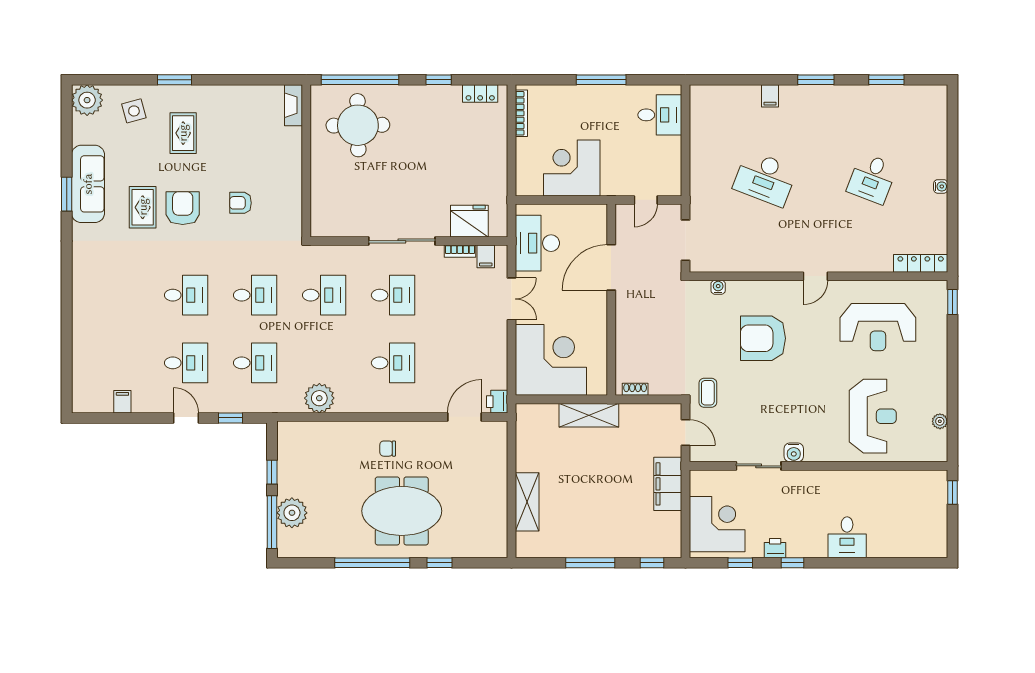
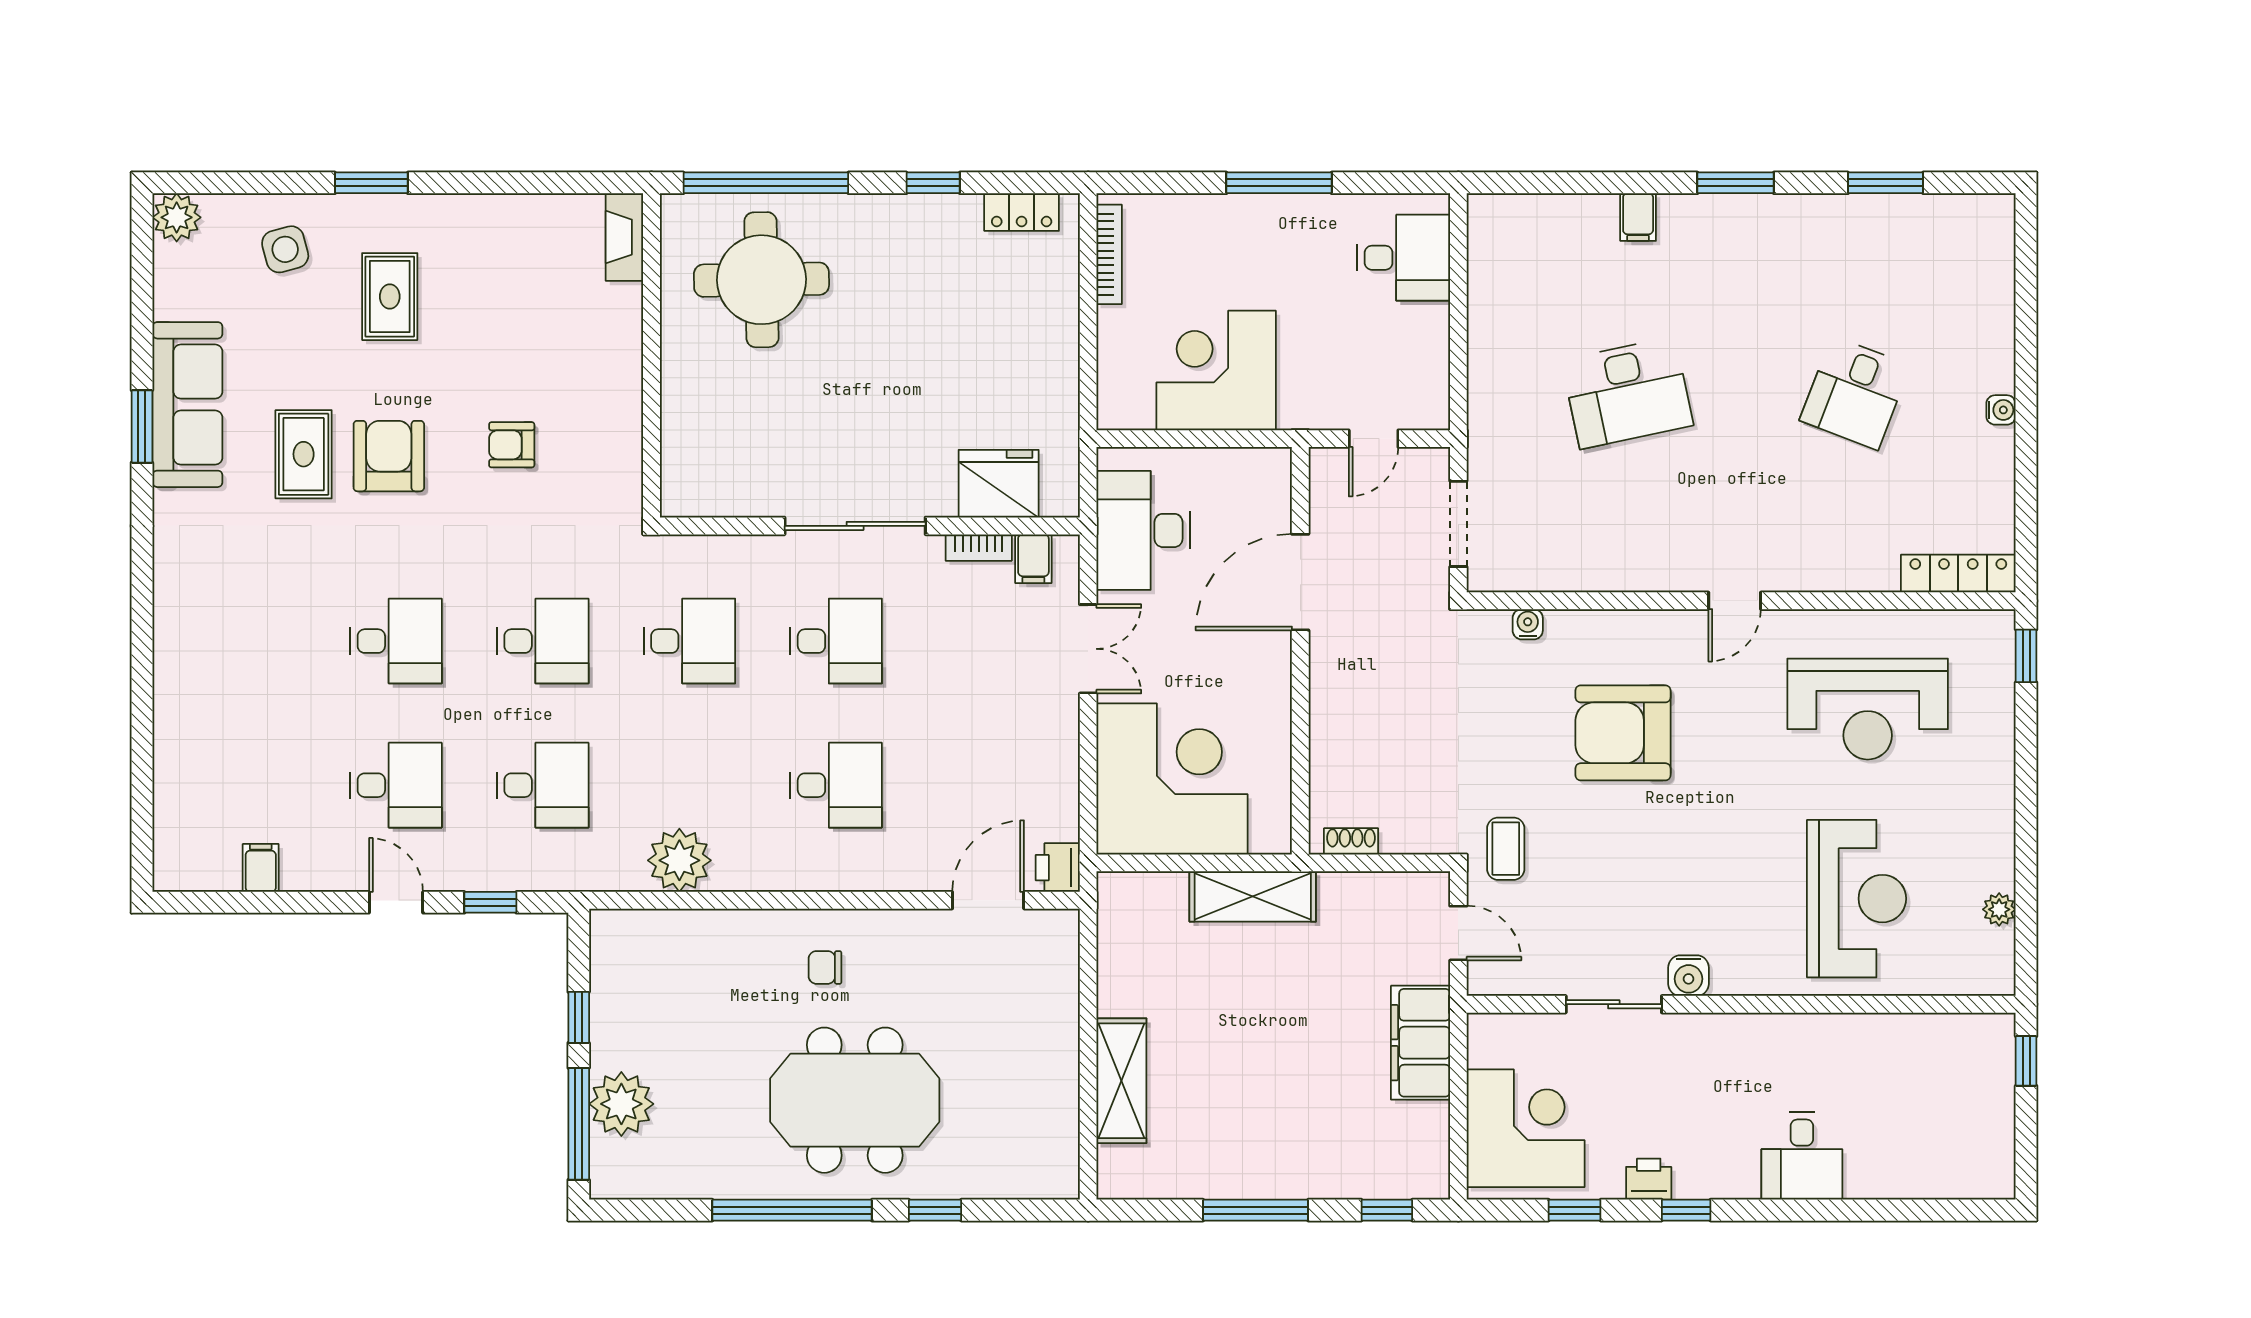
plant: (87, 100) -> (177, 217), width x0.73, depth x0.73
desk: (765, 178) -> (1627, 393), turned -33

